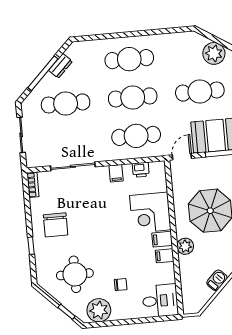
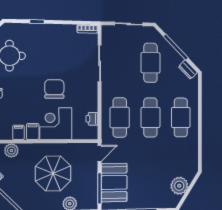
dresser: (60, 66) -> (188, 70), moved
cafe table: (200, 92) -> (150, 172), removed
door: (182, 157) -> (100, 153), hinge flipped
filing cabinet: (116, 173) -> (91, 98), removed
chair: (56, 225) -> (54, 89), moved, turned 90
plant: (185, 246) -> (11, 151), moved

